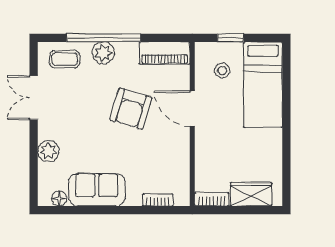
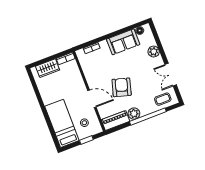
plant: (103, 53) -> (134, 114), moved
double door: (34, 98) -> (171, 75), swing flipped

